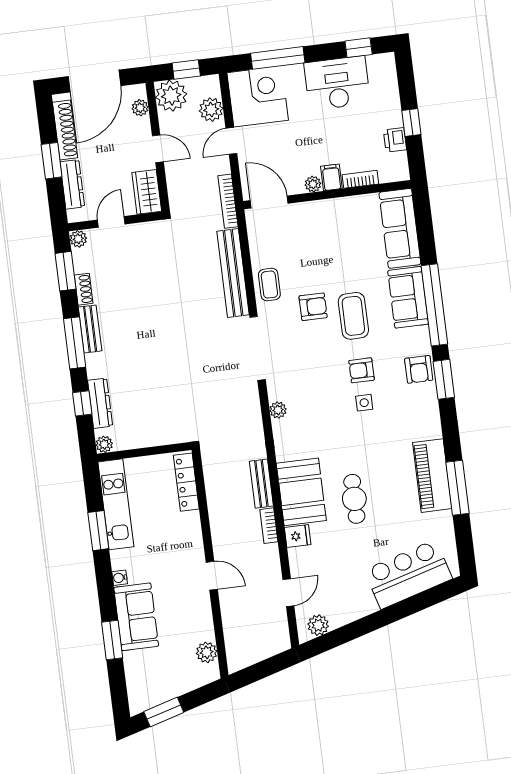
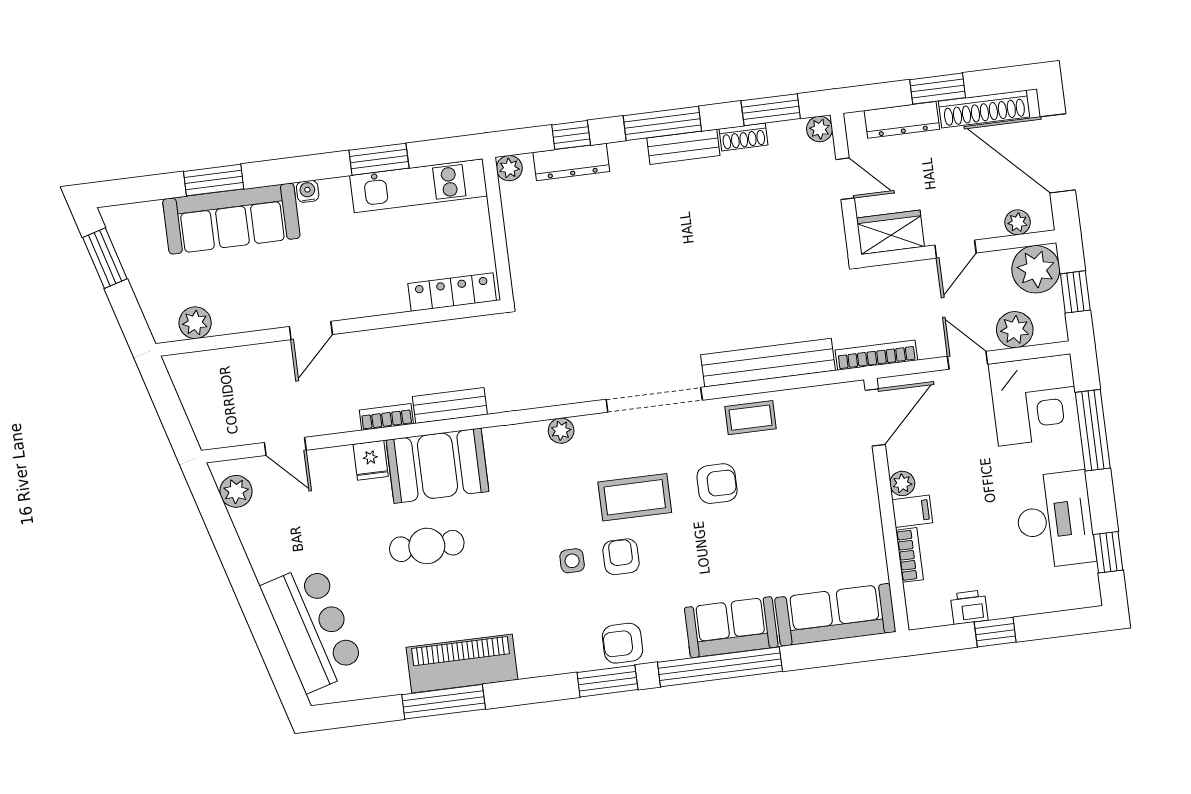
armchair: (313, 307) -> (717, 484), turned -90
coffee table: (353, 316) -> (635, 497), moved
sofa: (136, 617) -> (231, 219), width x1.36

